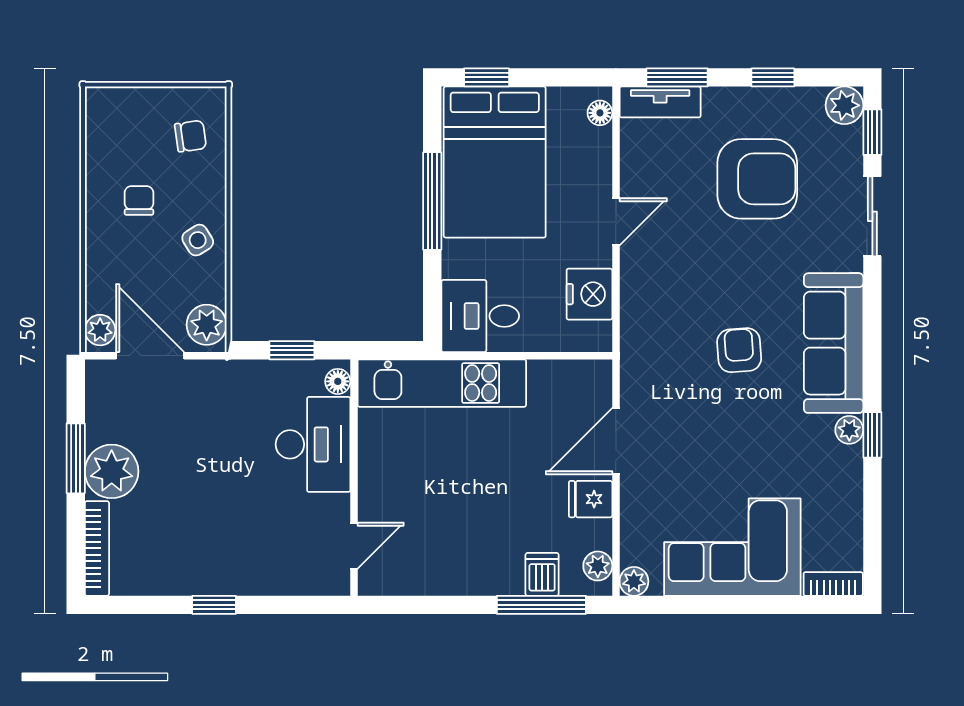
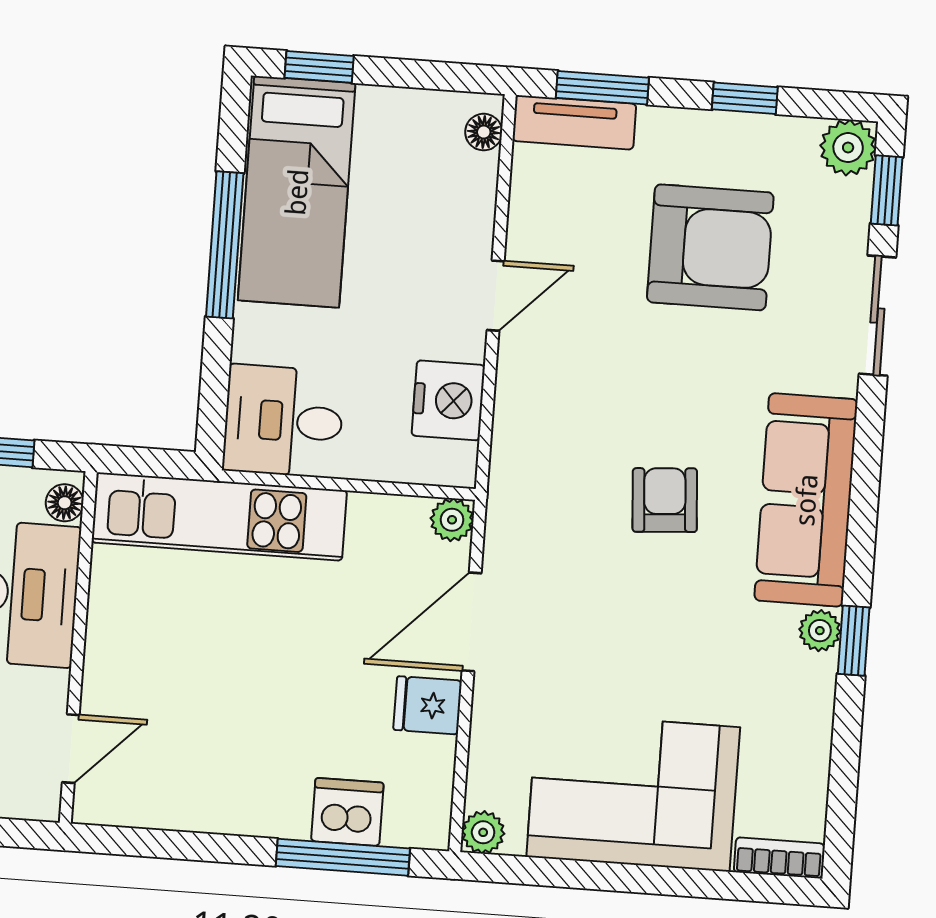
bed: (495, 162) -> (297, 192), width x0.67
plant: (598, 566) -> (452, 520), moved
dishwasher: (542, 574) -> (347, 812), width x1.38

